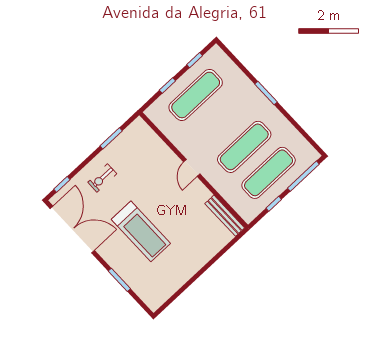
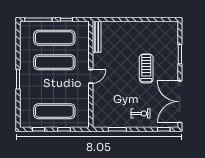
treadmill: (141, 231) -> (146, 68), width x0.73, depth x0.73

